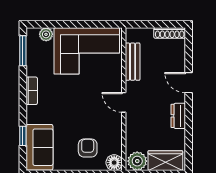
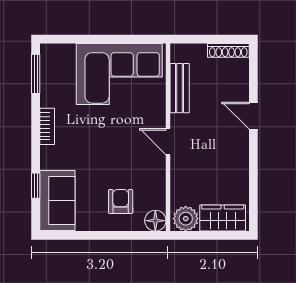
plant: (46, 34) -> (66, 52), removed
dresser: (178, 116) -> (240, 159), removed

